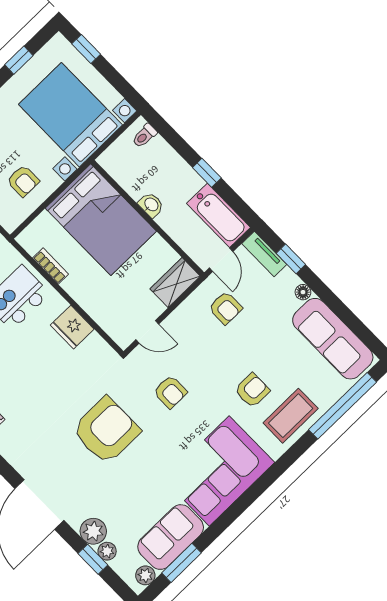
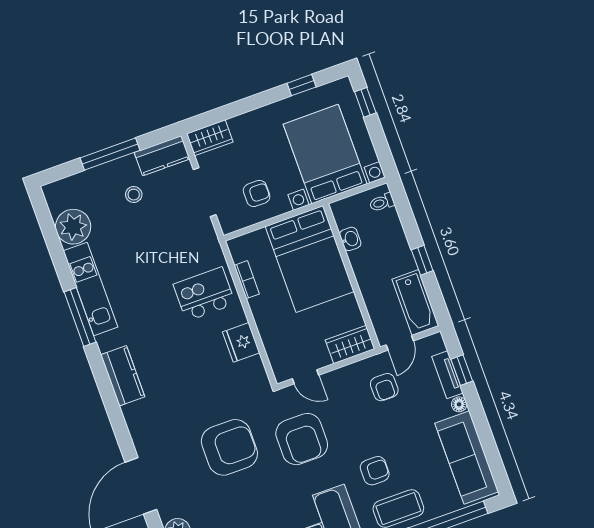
armchair: (23, 181) -> (257, 193), turned -90
washbasin: (151, 205) -> (350, 239), moved
tv unit: (264, 254) -> (447, 375), moved
armchair: (170, 392) -> (302, 439), width x1.88, depth x1.88

